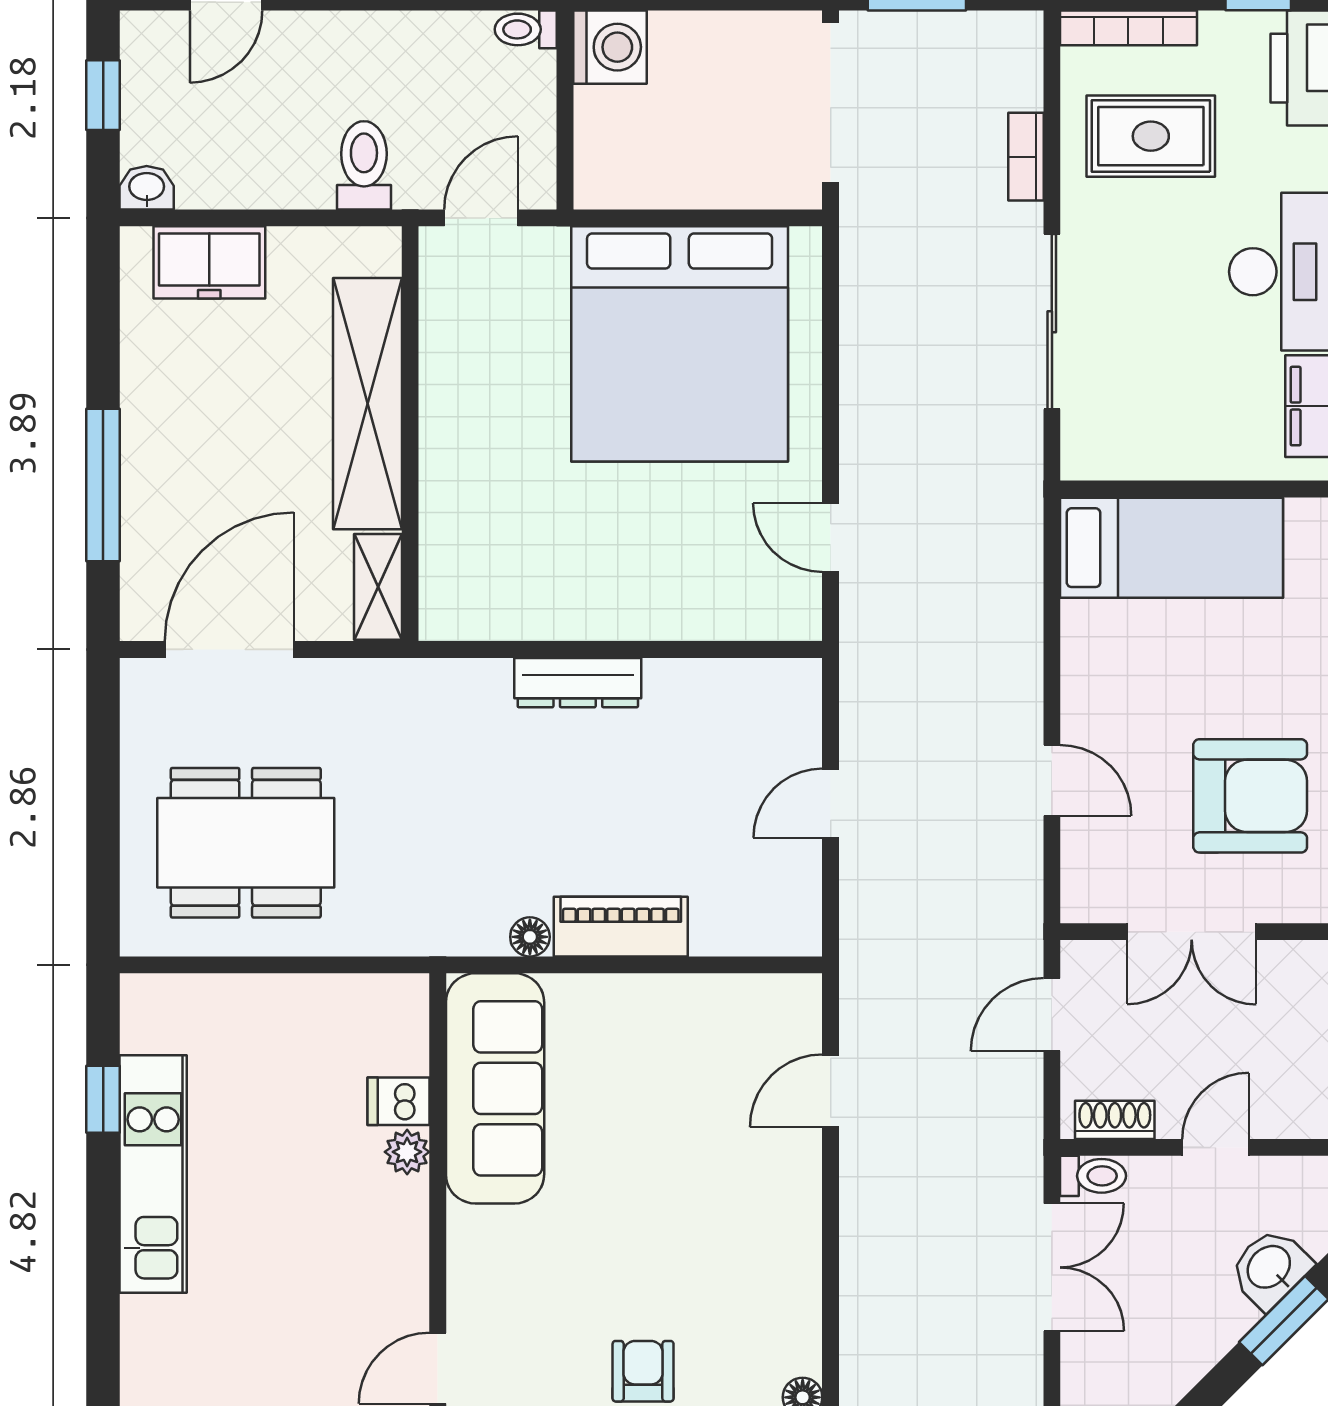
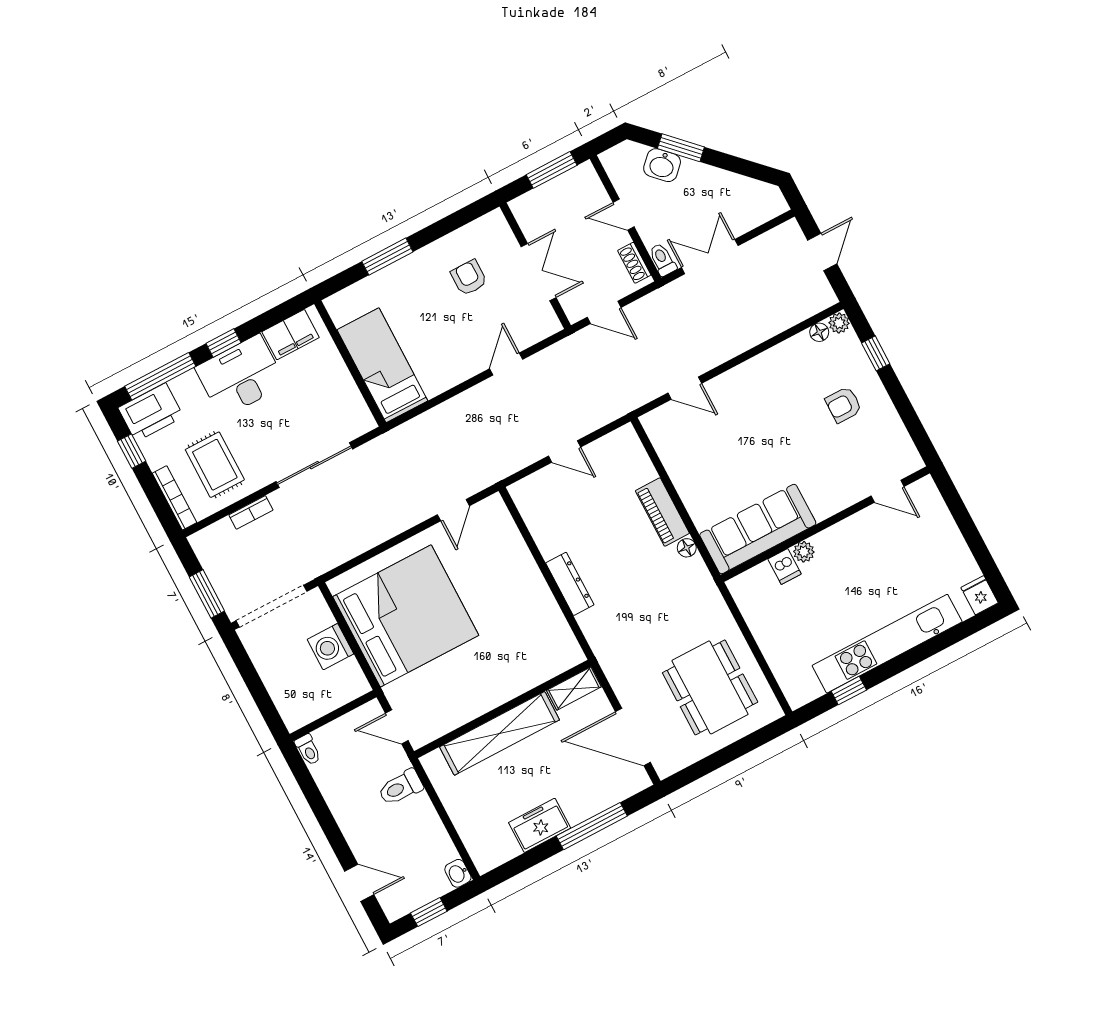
washing machine: (610, 47) -> (330, 647), moved, turned -90
freezer: (209, 262) -> (540, 825), moved, turned -90
armchair: (1250, 796) -> (469, 278), width x0.53, depth x0.53
kitchen unit: (153, 1174) -> (887, 644), width x1.36

